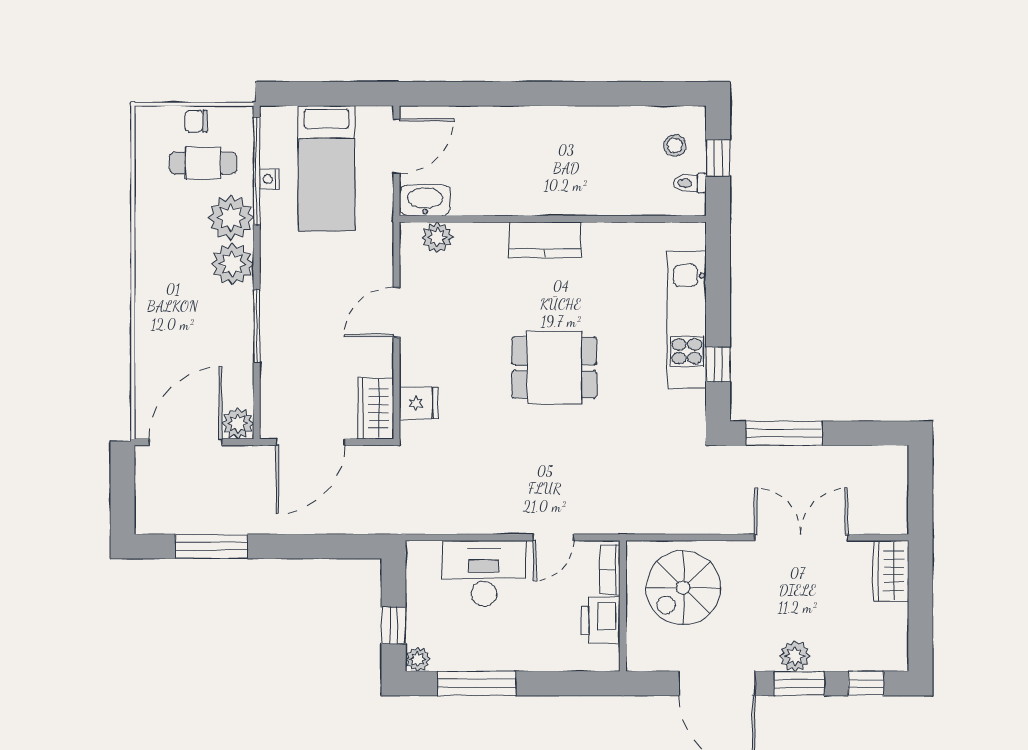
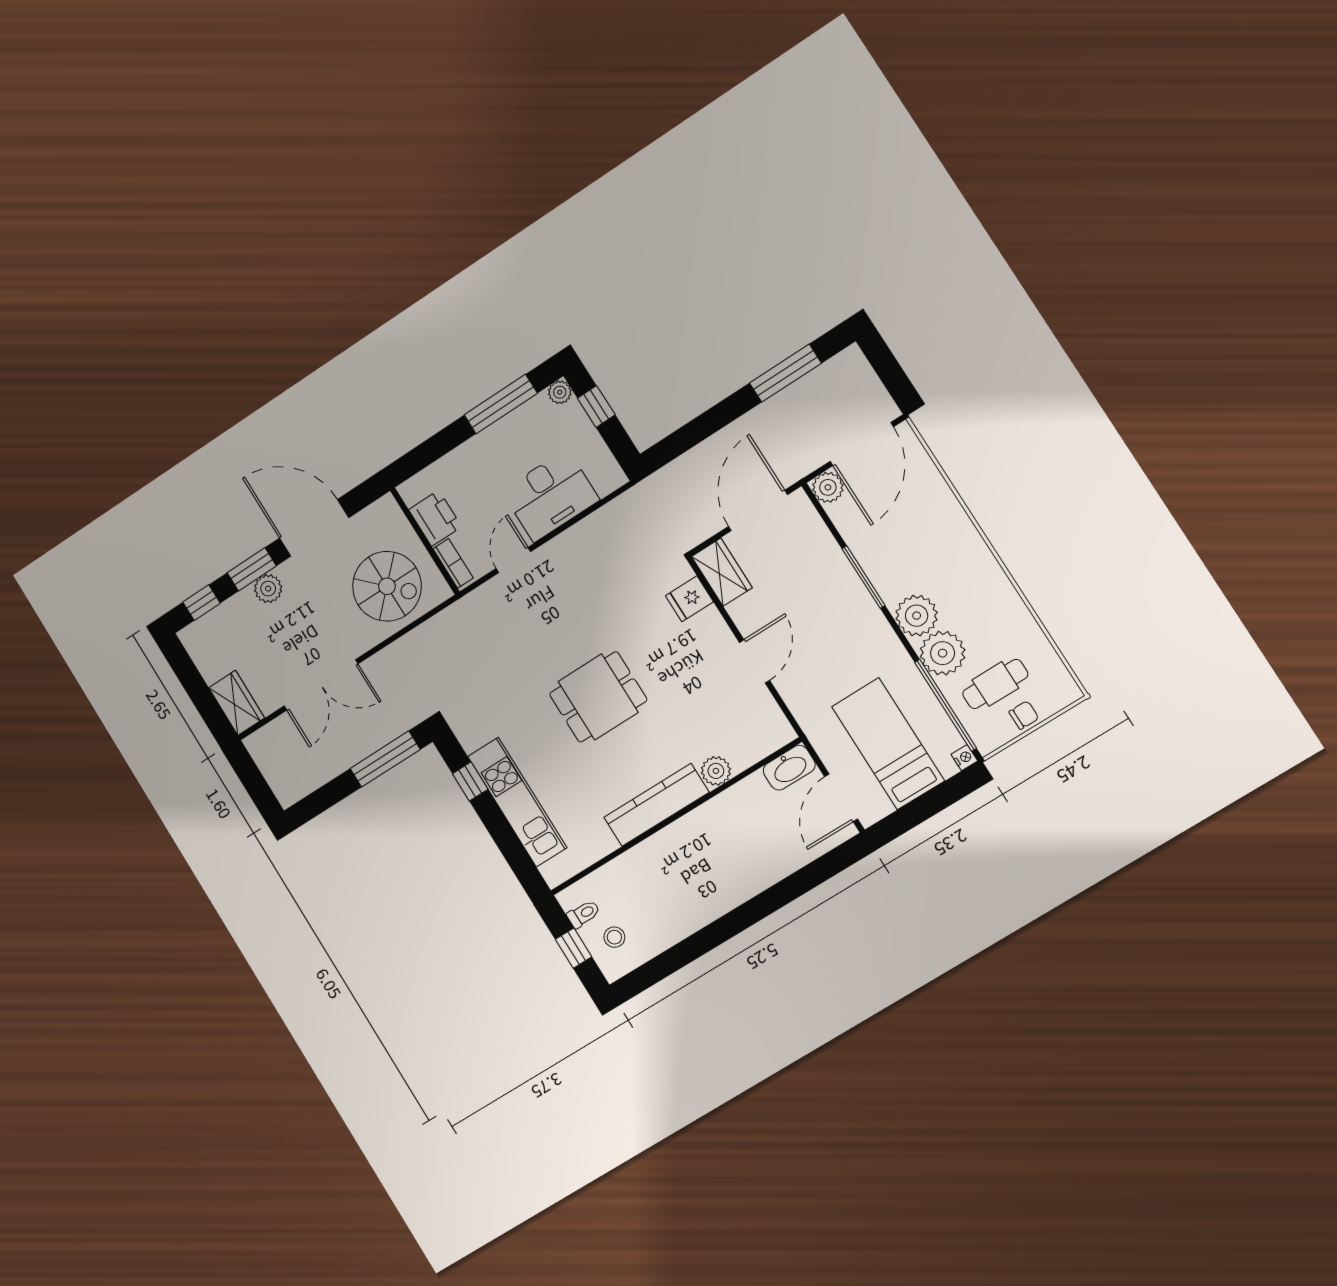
nightstand: (269, 179) -> (964, 758), moved
plant: (437, 237) -> (716, 771), moved
kitchen counter: (545, 240) -> (656, 805), width x1.50
spiral stairs: (683, 588) -> (387, 586), turned 90

